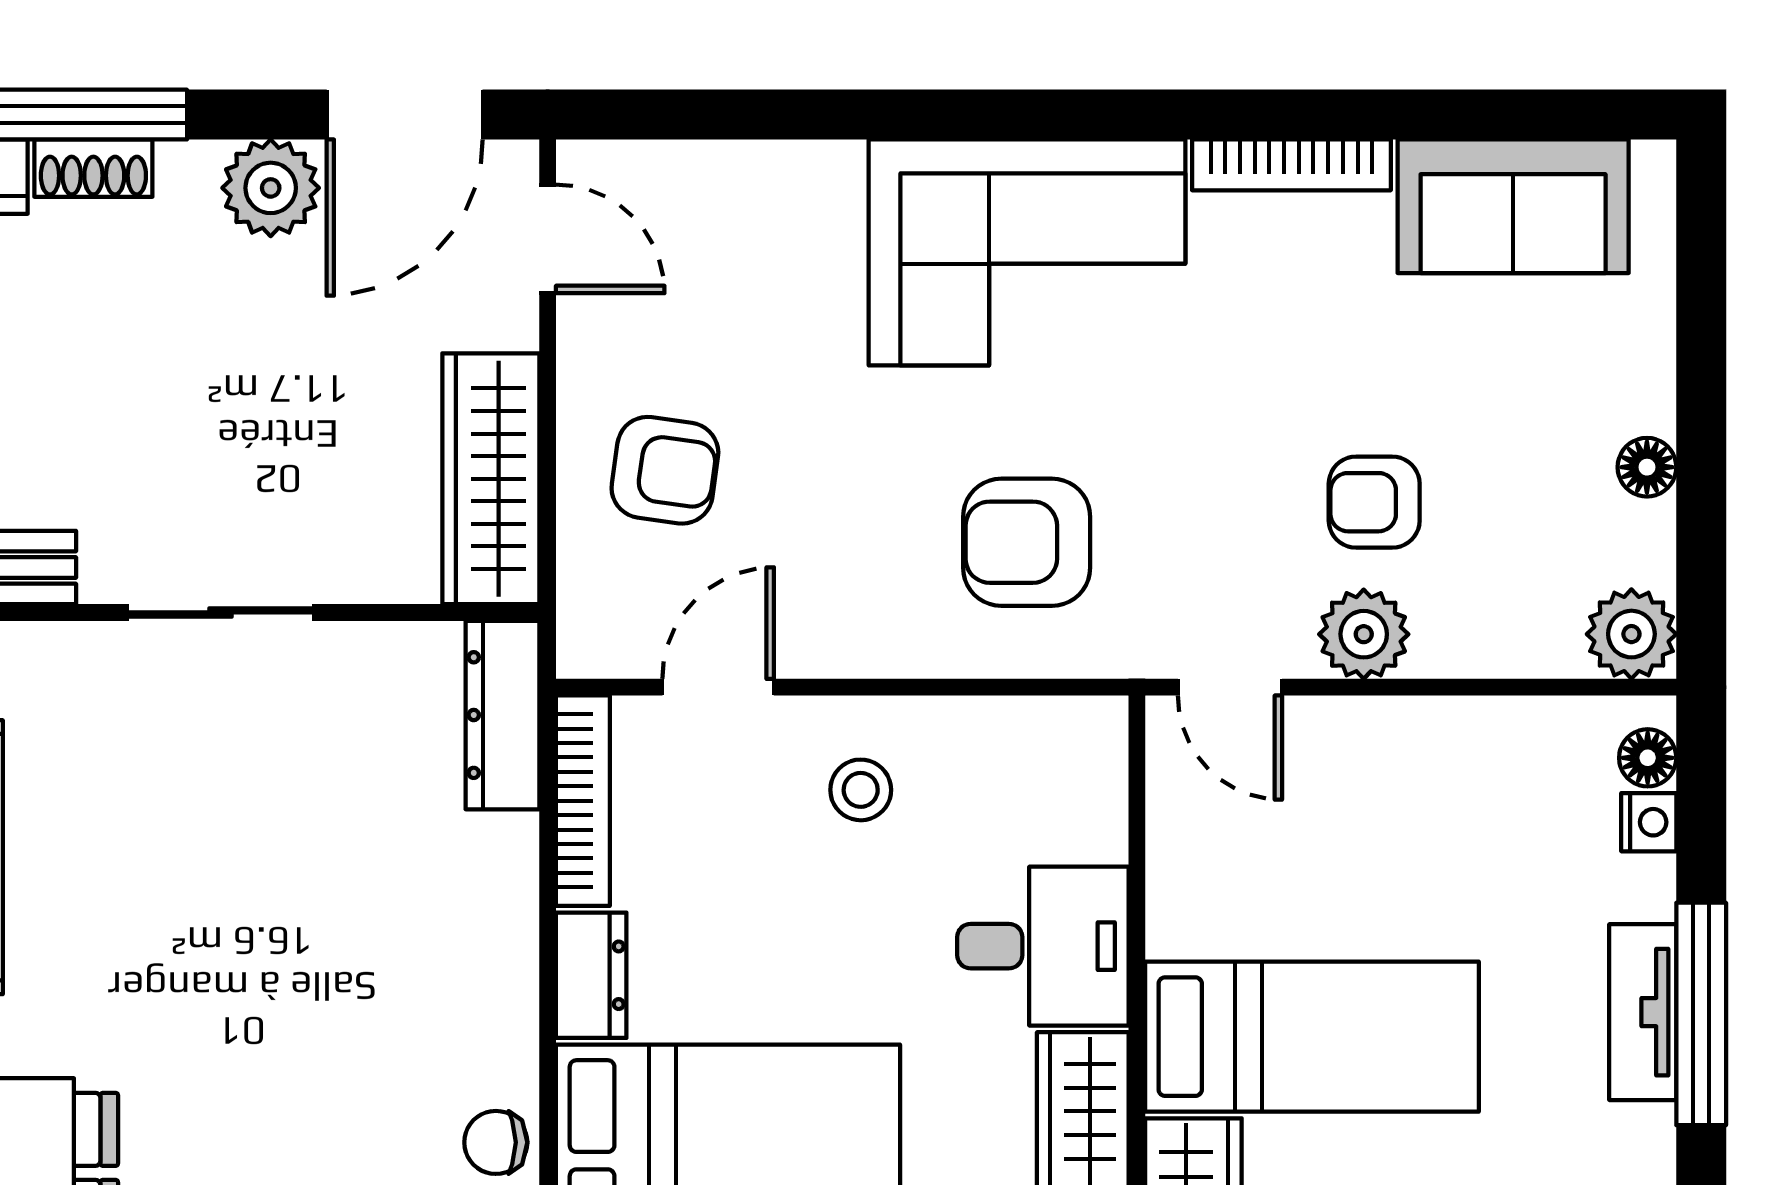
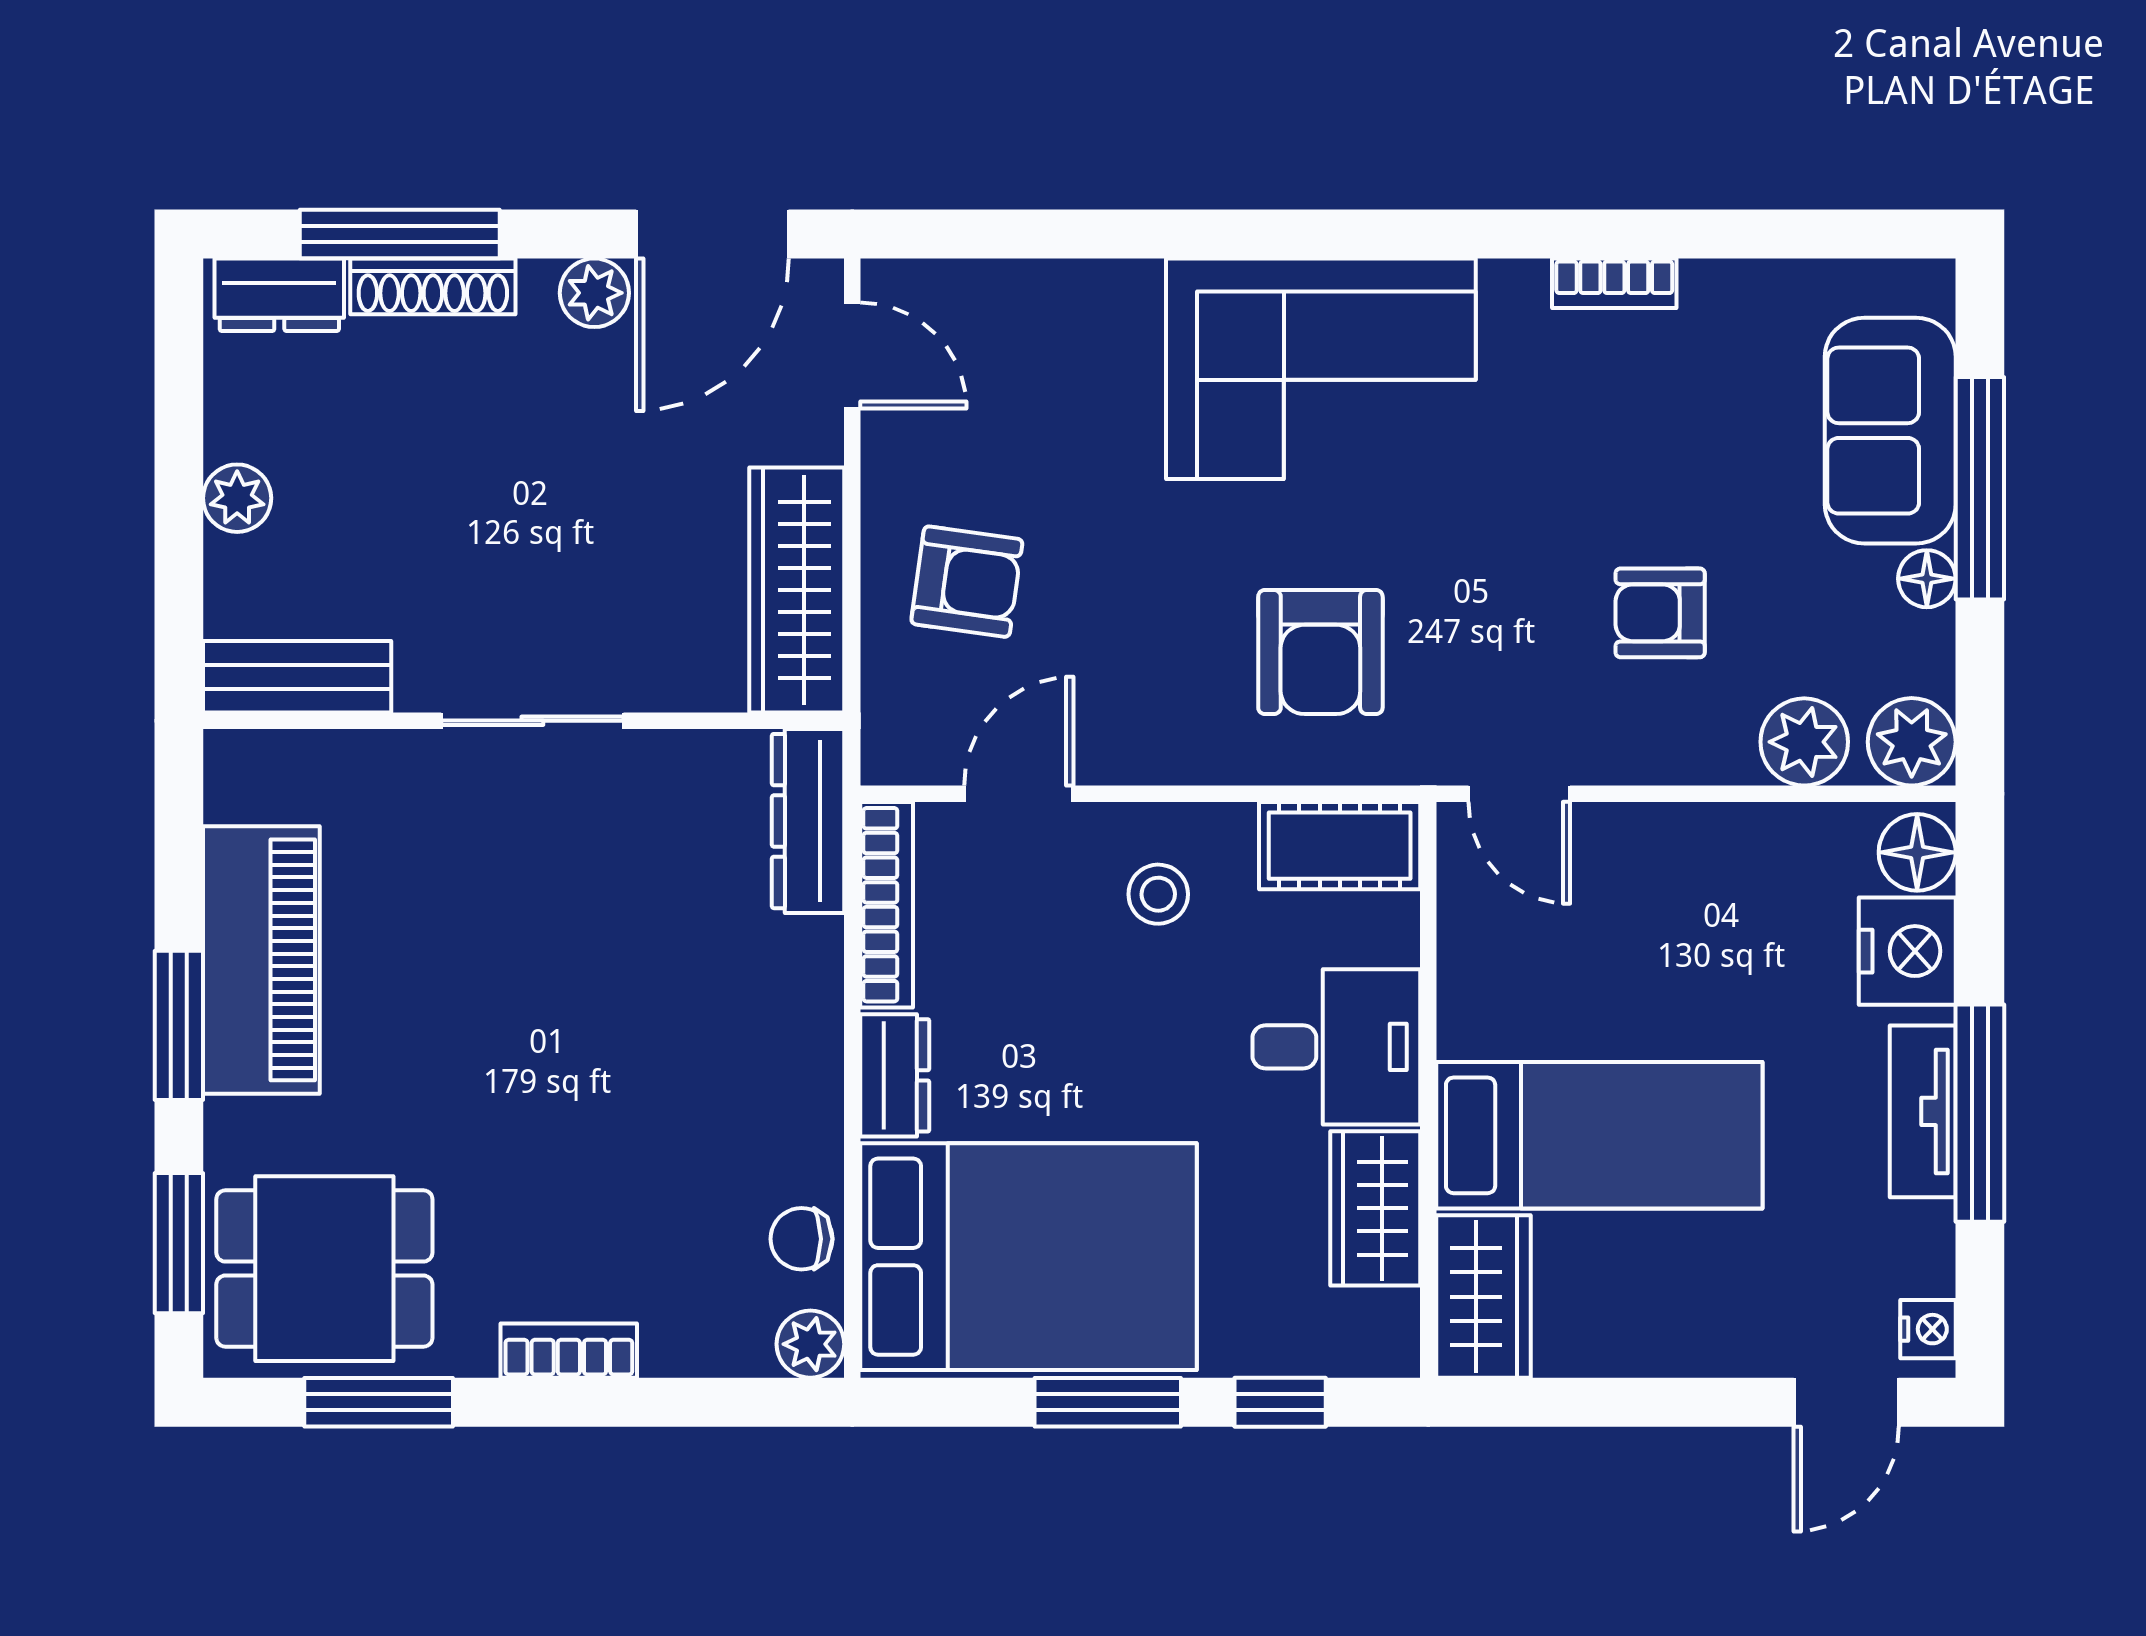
bookcase: (1291, 165) -> (1614, 283), width x0.64
shoe rack: (93, 168) -> (433, 286), width x1.43
plant: (271, 188) -> (594, 293), width x0.73, depth x0.73
sofa: (1513, 206) -> (1890, 431), moved, turned 90
window: (1701, 375) -> (1980, 488), added
armchair: (1027, 542) -> (1320, 652), turned -90
plant: (1364, 634) -> (1804, 742), moved
cot: (1046, 740) -> (1340, 846), added
floor lamp: (1648, 758) -> (1917, 852), width x1.37, depth x1.37
nightstand: (1649, 822) -> (1907, 951), width x1.89, depth x1.79

